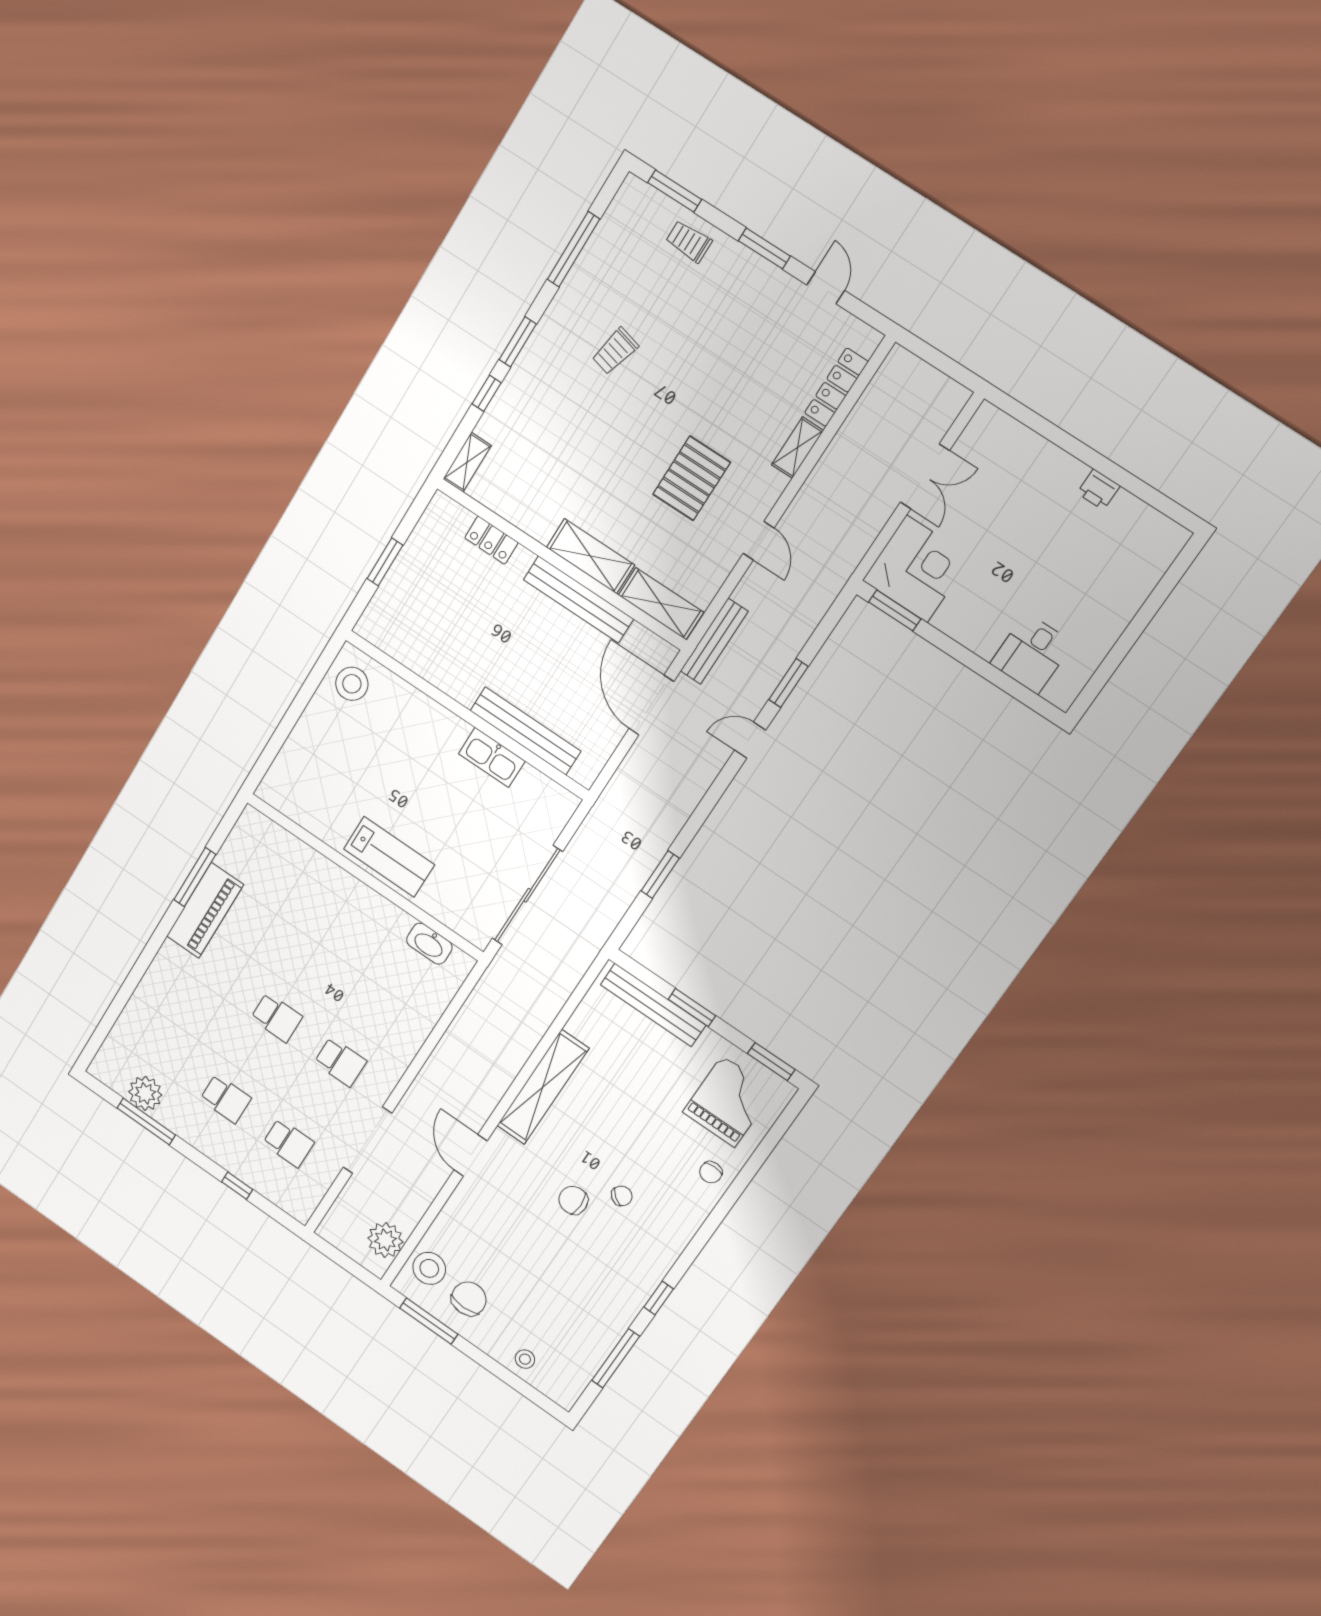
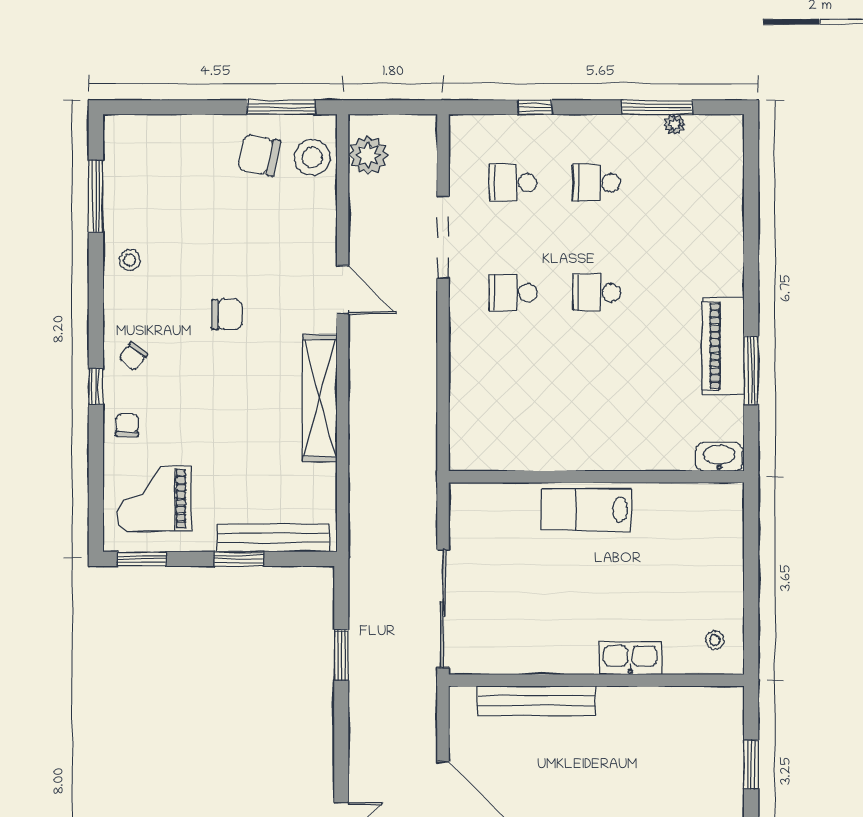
stool: (352, 684) -> (715, 640), width x0.53, depth x0.53
kitchen sink: (492, 757) -> (630, 658), moved
sliding door: (527, 895) -> (443, 609), moved
washbasin: (429, 944) -> (719, 457), moved
plant: (145, 1093) -> (674, 125), width x0.53, depth x0.53
grand piano: (728, 1101) -> (154, 499), turned 90
chair: (622, 1196) -> (133, 356), moved
window: (659, 1298) -> (96, 387), moved
chair: (469, 1299) -> (259, 155), turned 101
stool: (525, 1359) -> (130, 260), moved

